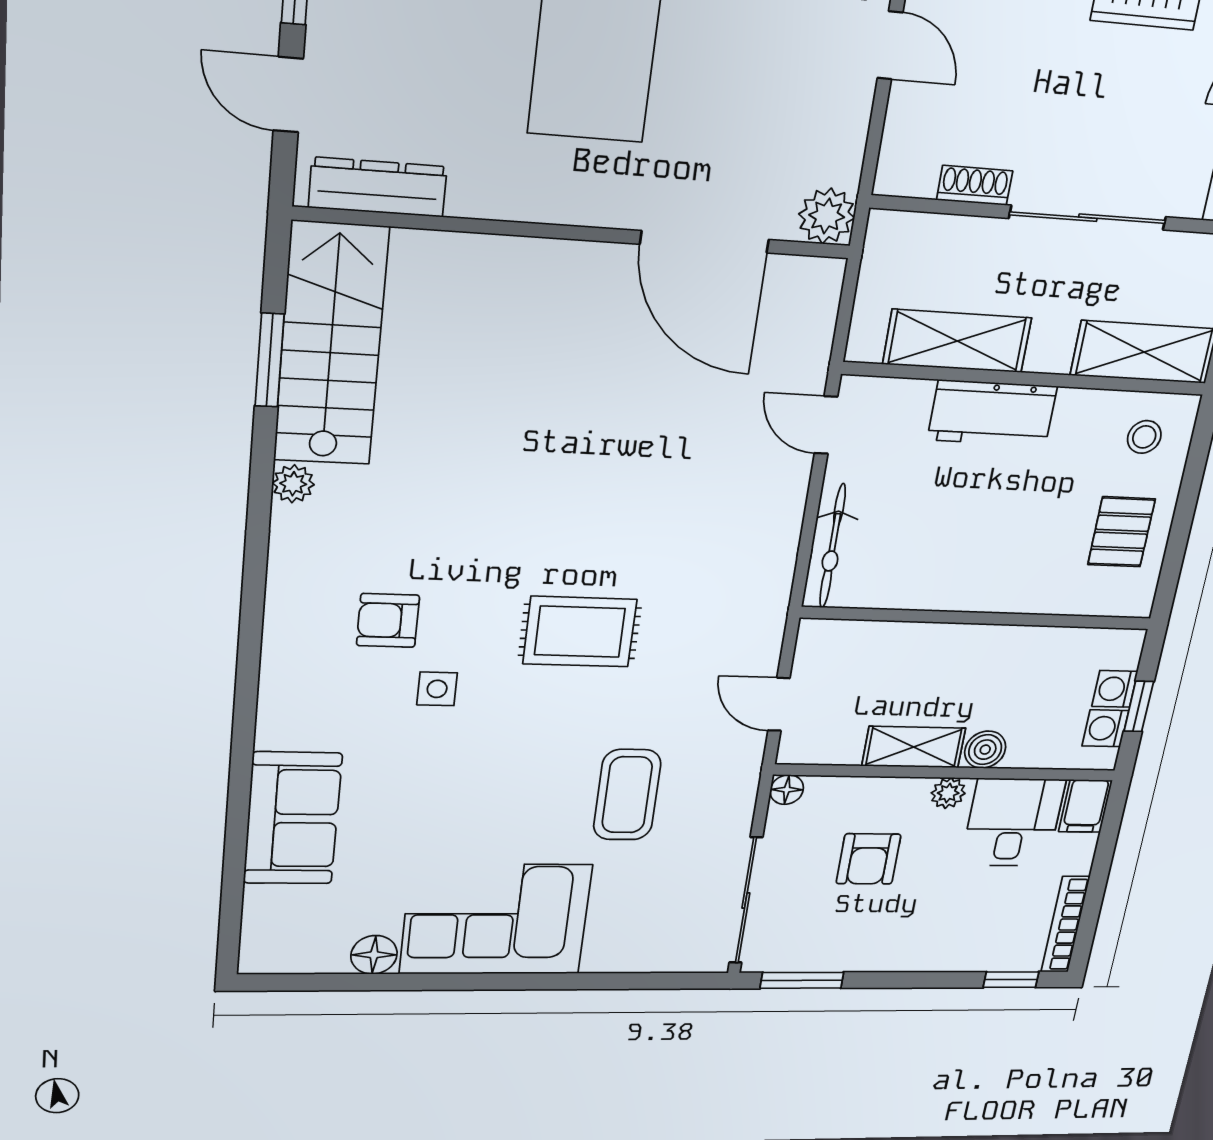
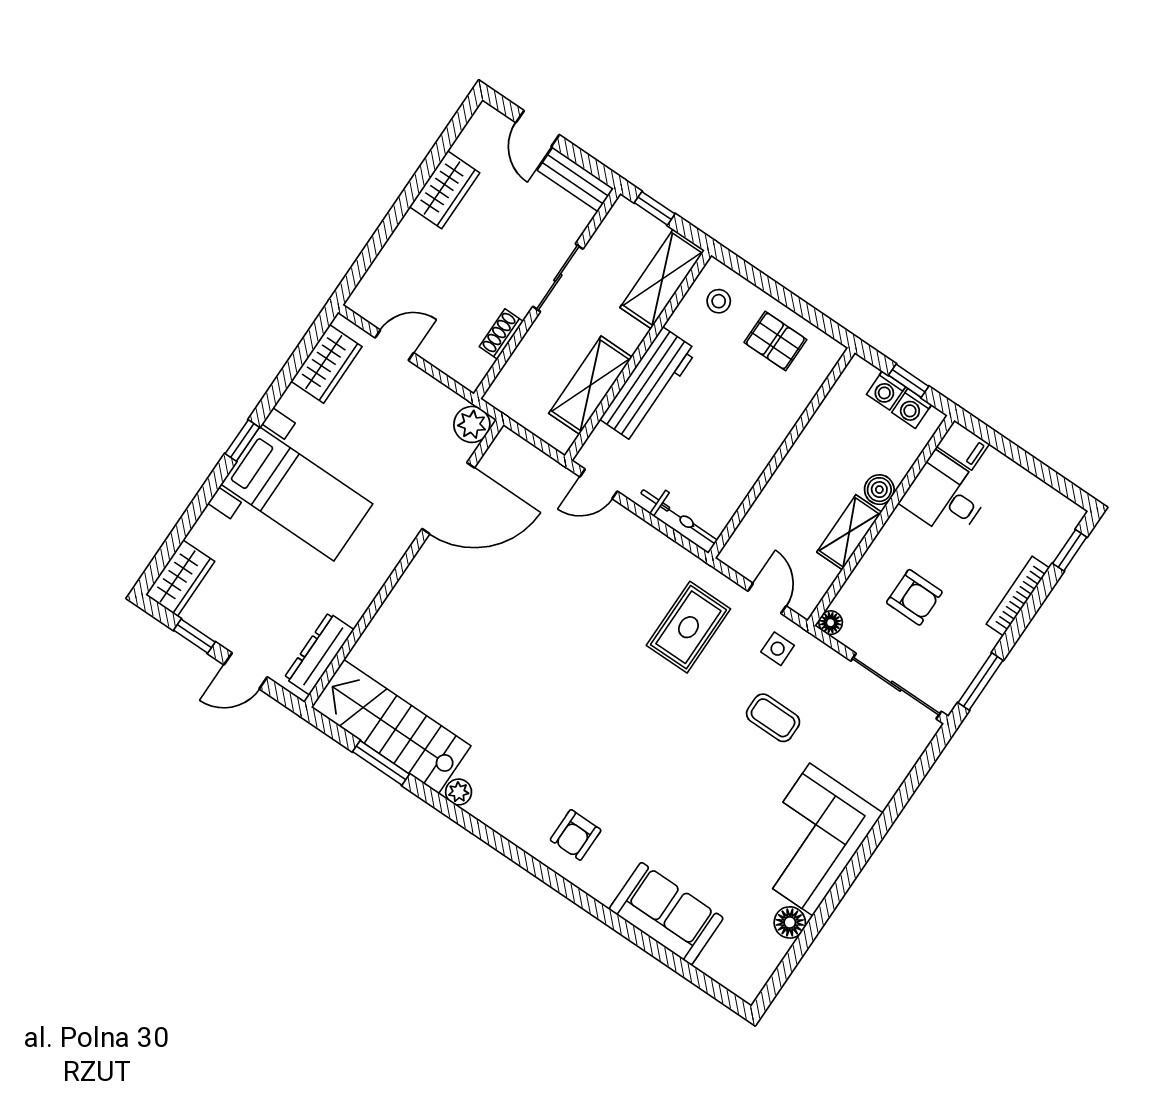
sliding door: (1088, 218) -> (558, 278), width x0.73
workbench: (992, 413) -> (649, 385), width x1.37
armchair: (388, 620) -> (576, 835), moved
rug: (580, 632) -> (688, 627), moved
side table: (437, 689) -> (778, 649), moved
door: (779, 704) -> (767, 598), swing flipped
plant: (948, 793) -> (897, 526), removed
coffee table: (627, 795) -> (773, 718), width x0.73, depth x0.77
bookcase: (1065, 925) -> (1018, 596), moved, turned 90

